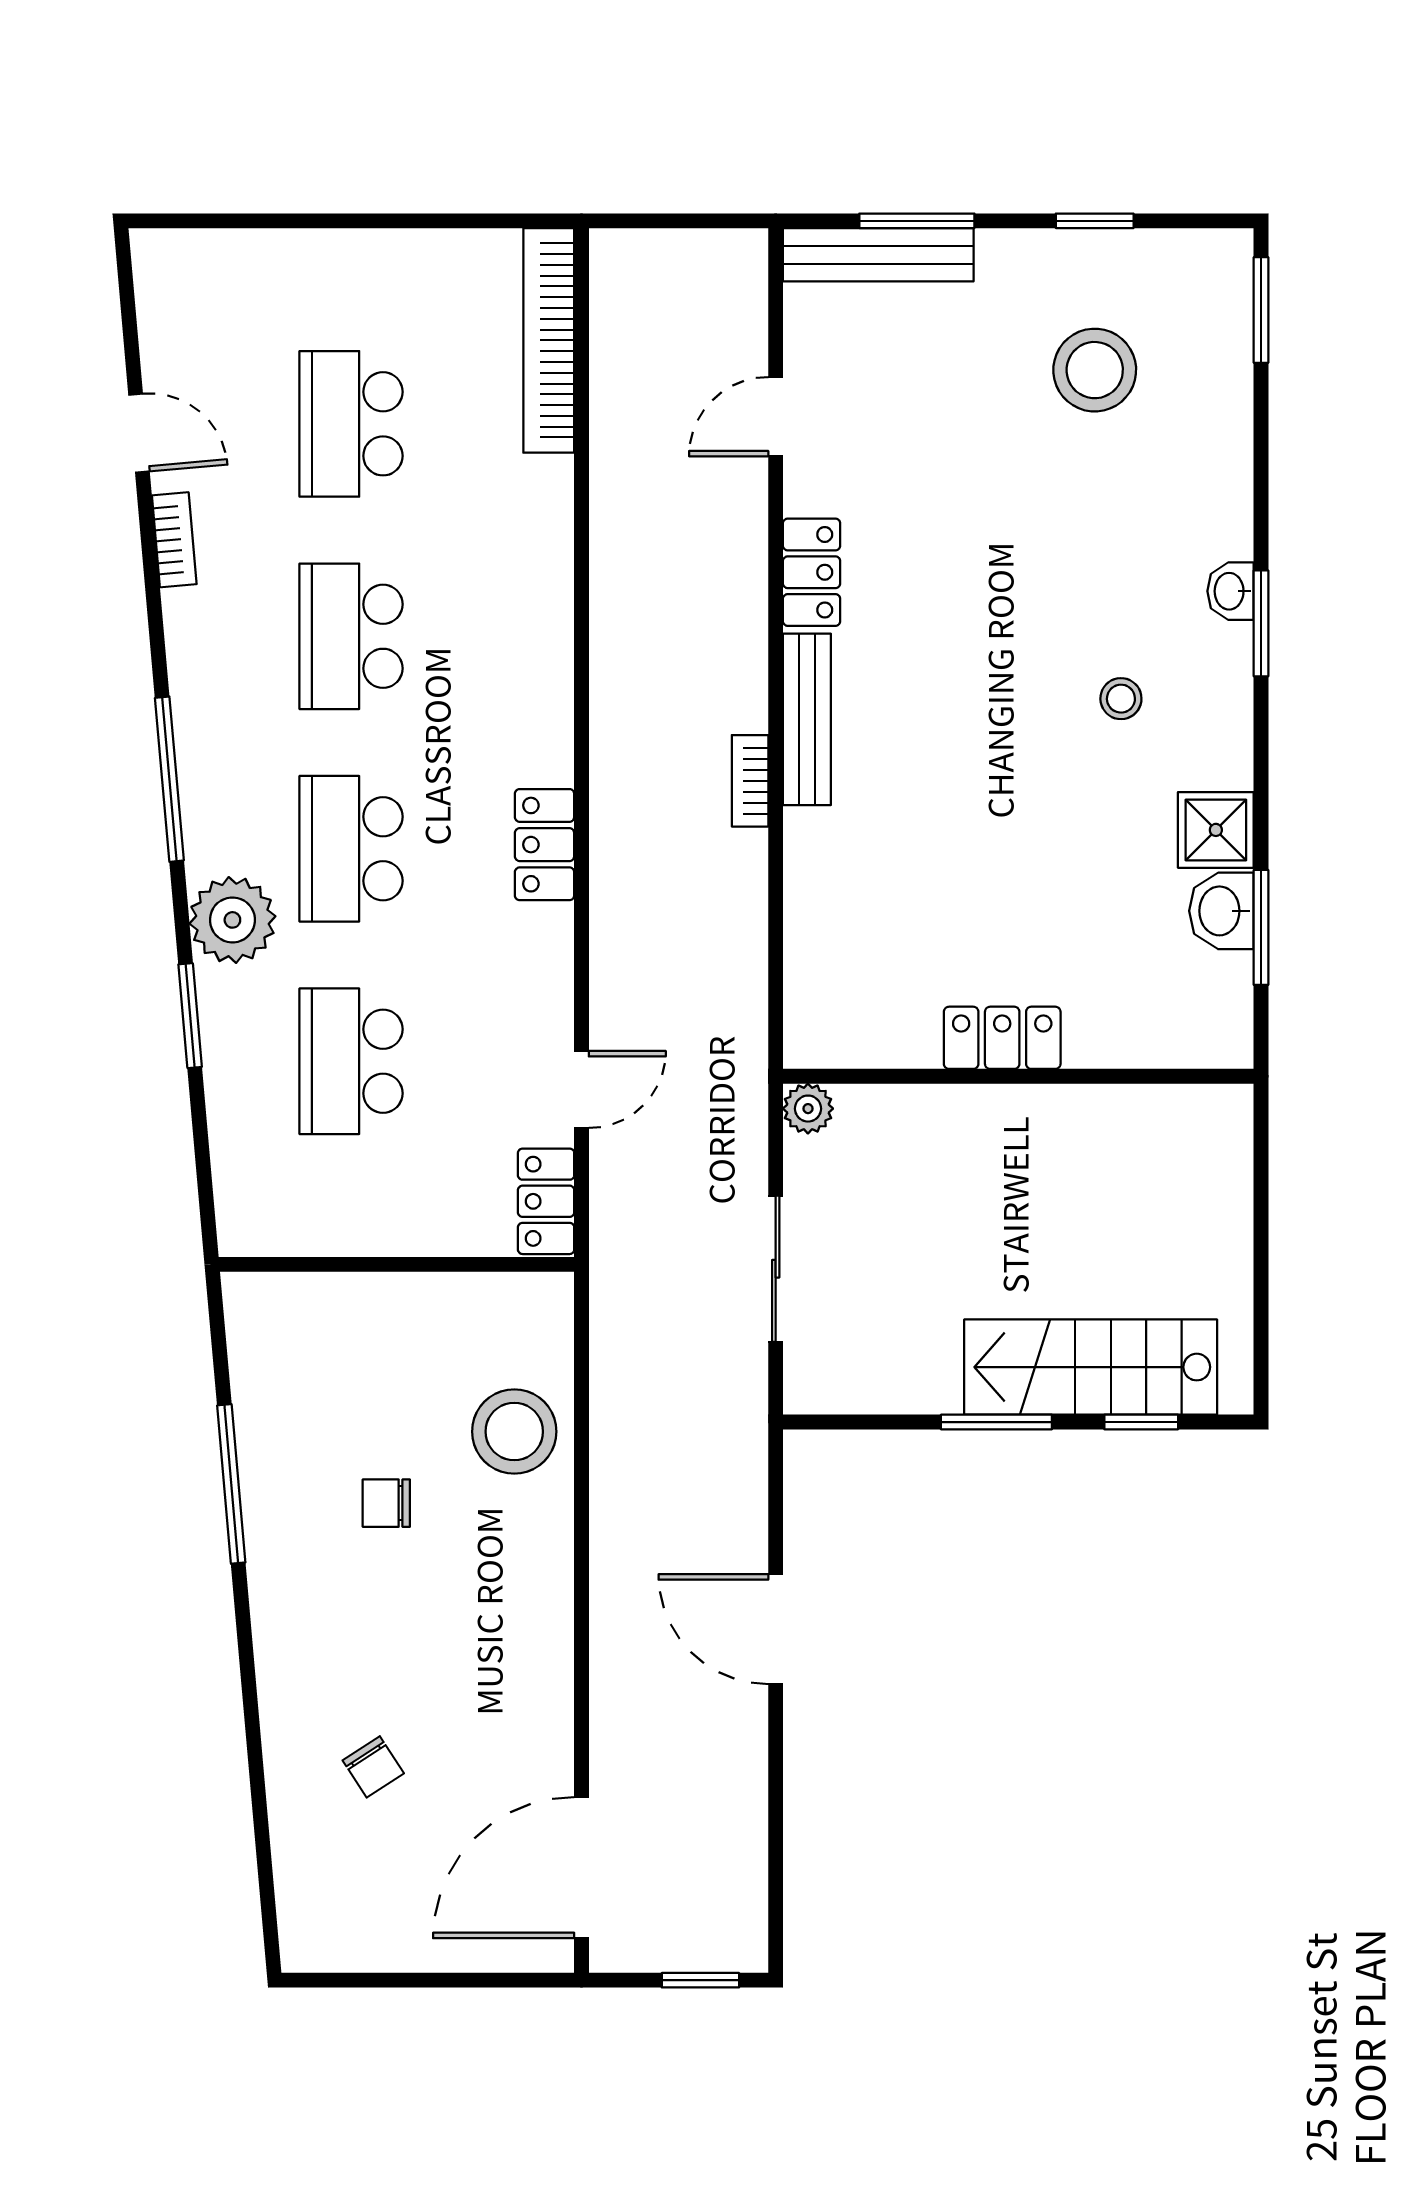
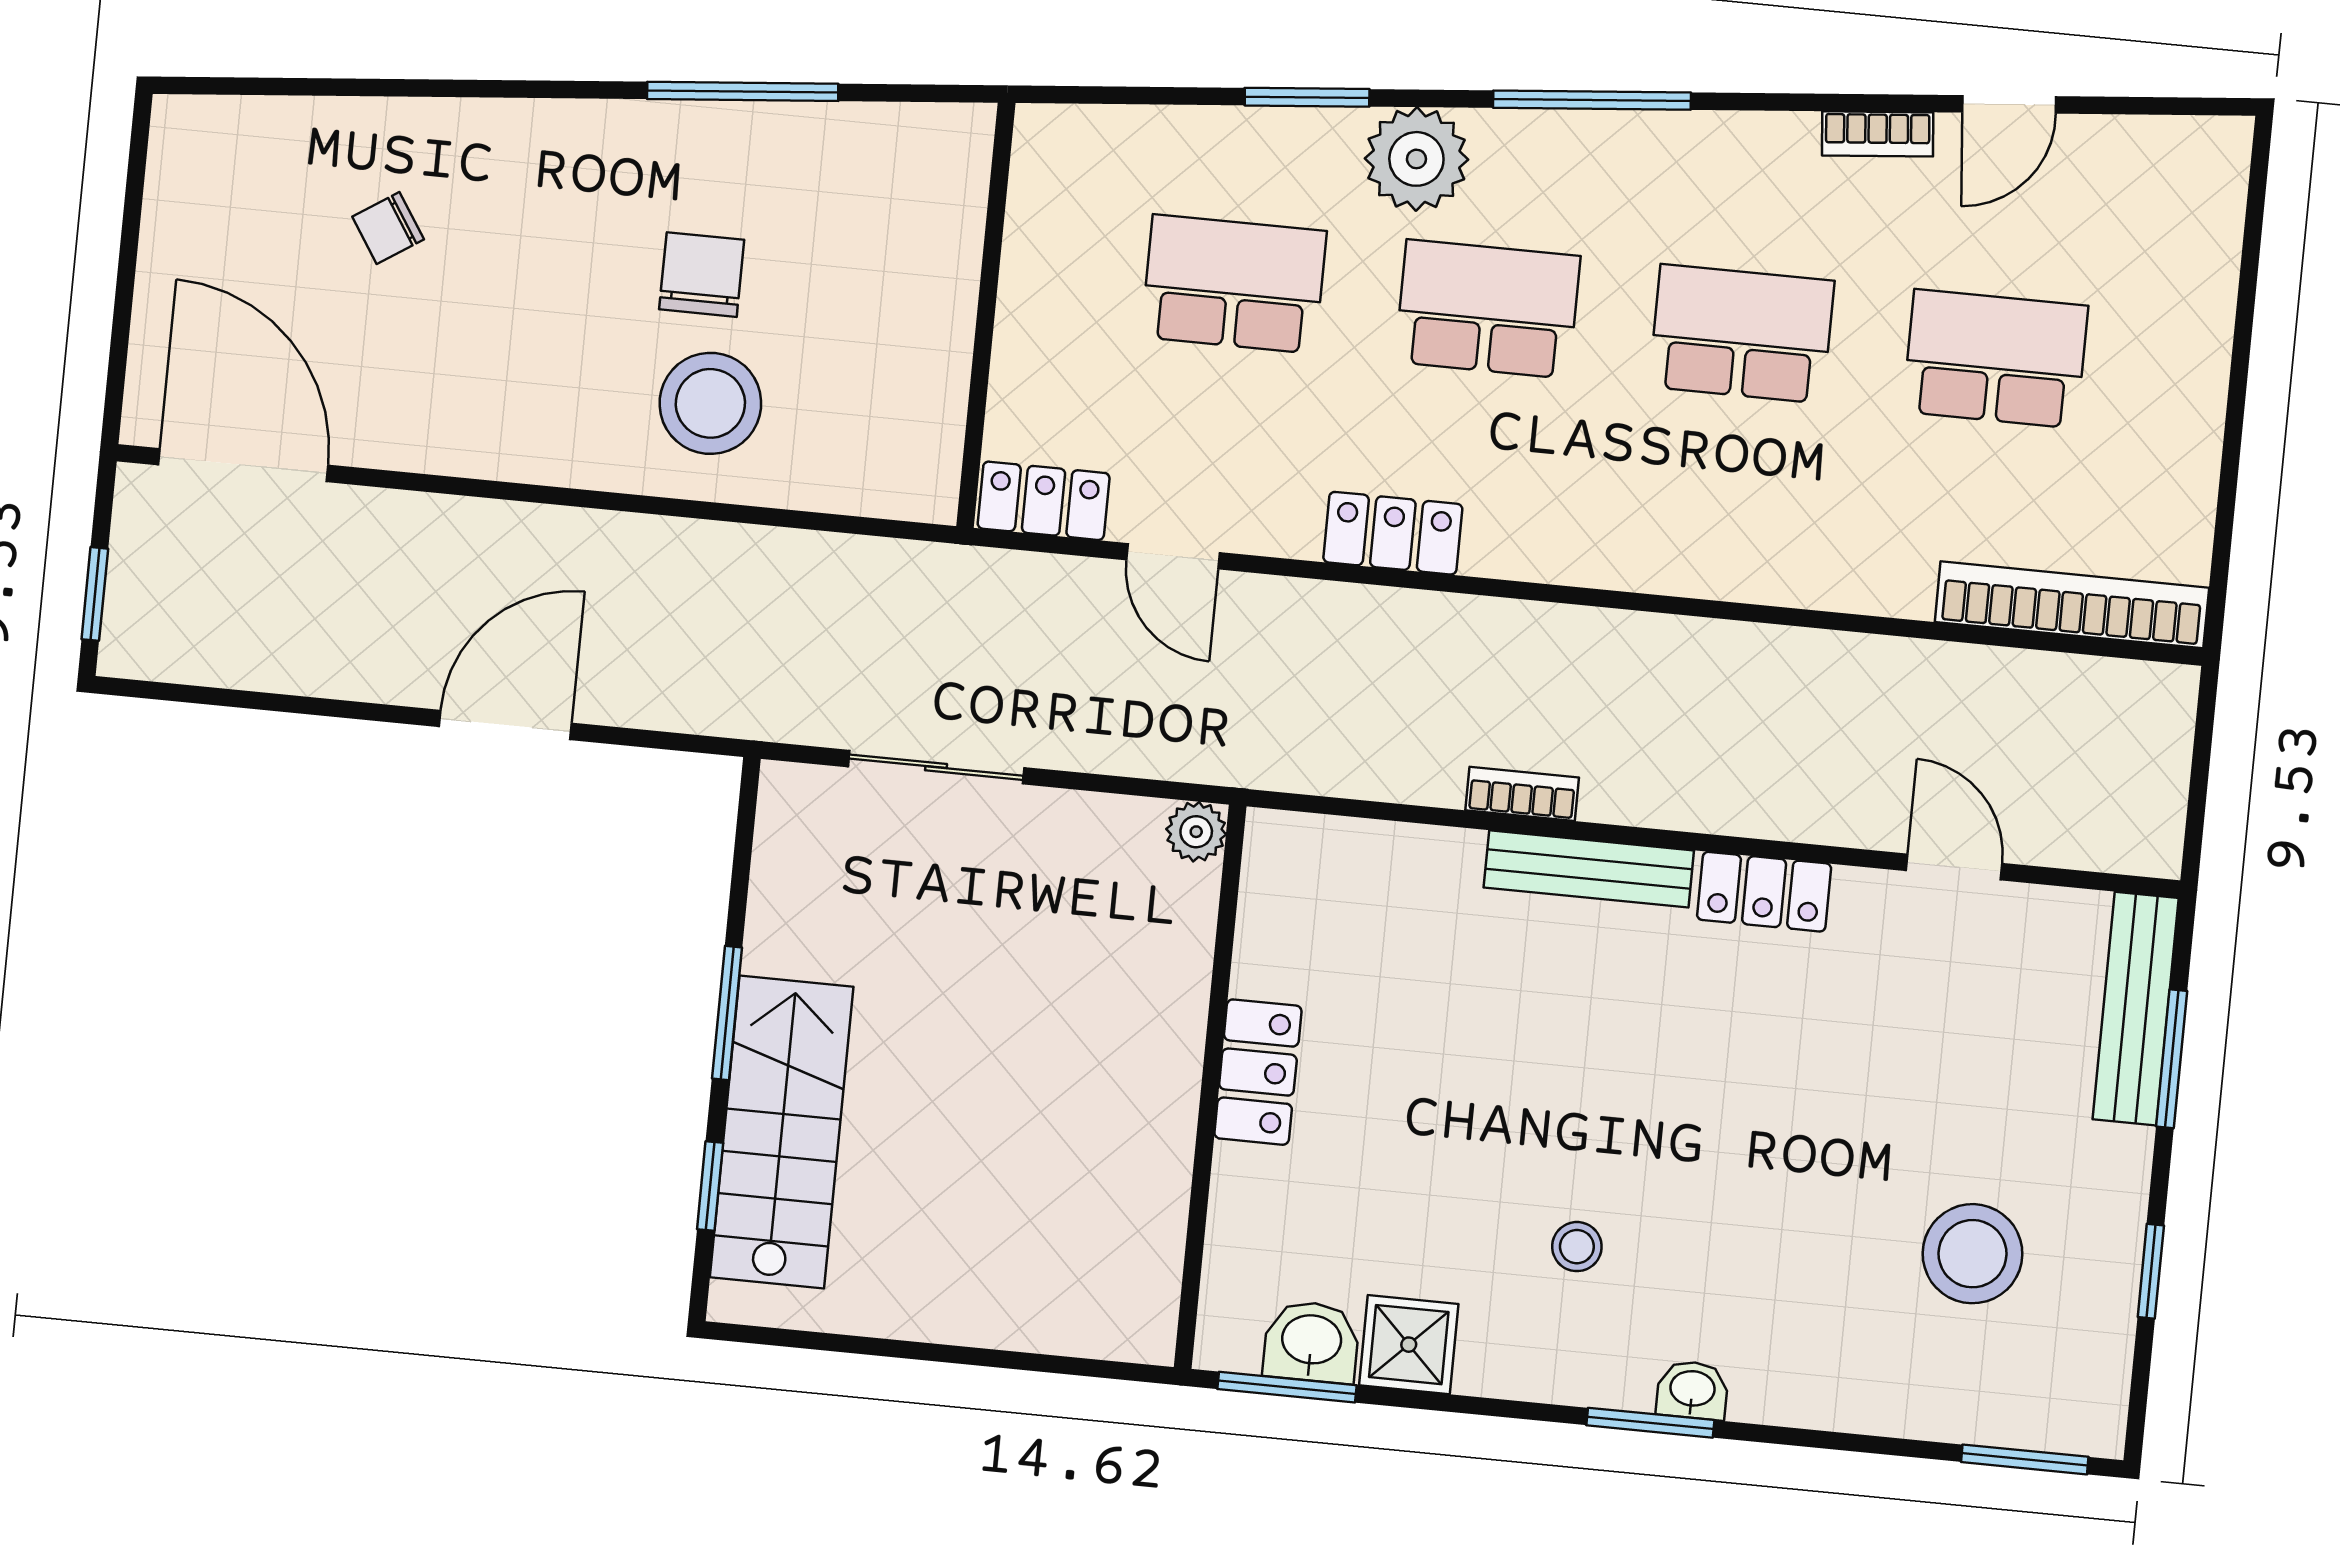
locker: (545, 845) -> (1393, 533), moved
locker: (1002, 1038) -> (1258, 1072), moved
wall: (1018, 1076) -> (1210, 1087), moved
plant: (808, 1109) -> (1196, 832), moved
stool: (514, 1432) -> (710, 403), moved
chair: (386, 1503) -> (702, 275), width x1.37, depth x1.37

